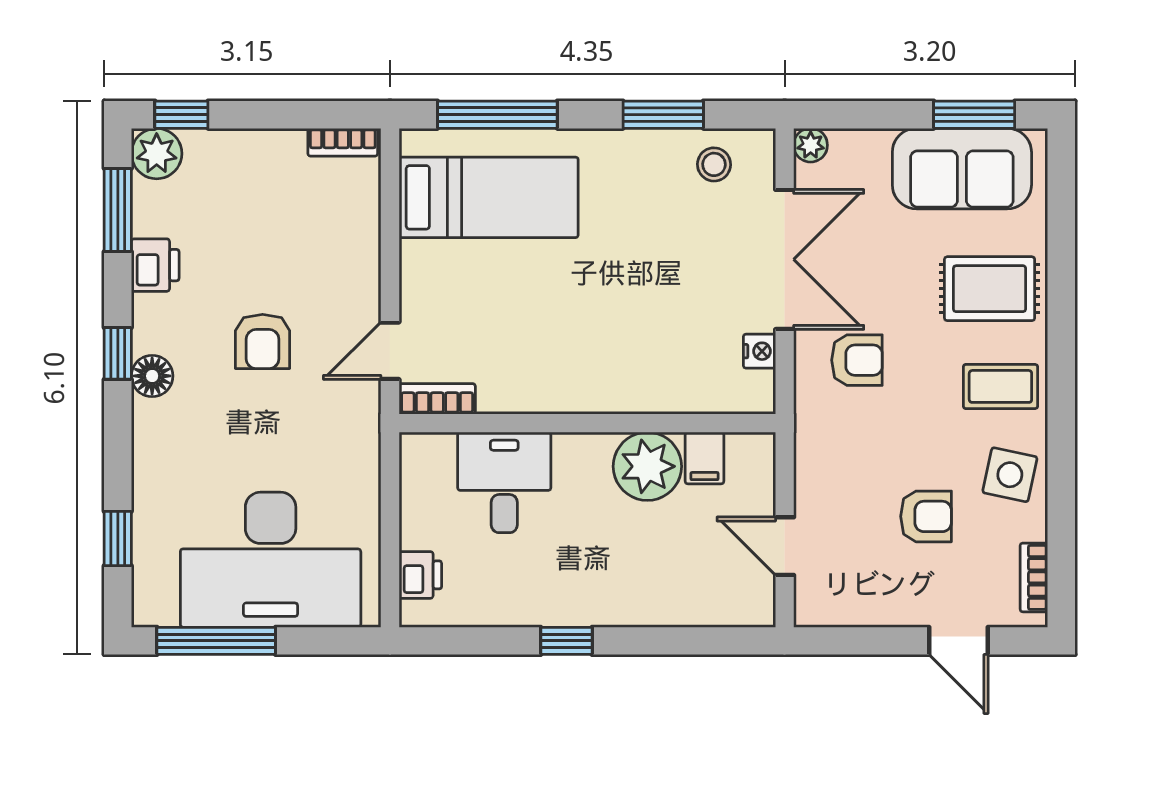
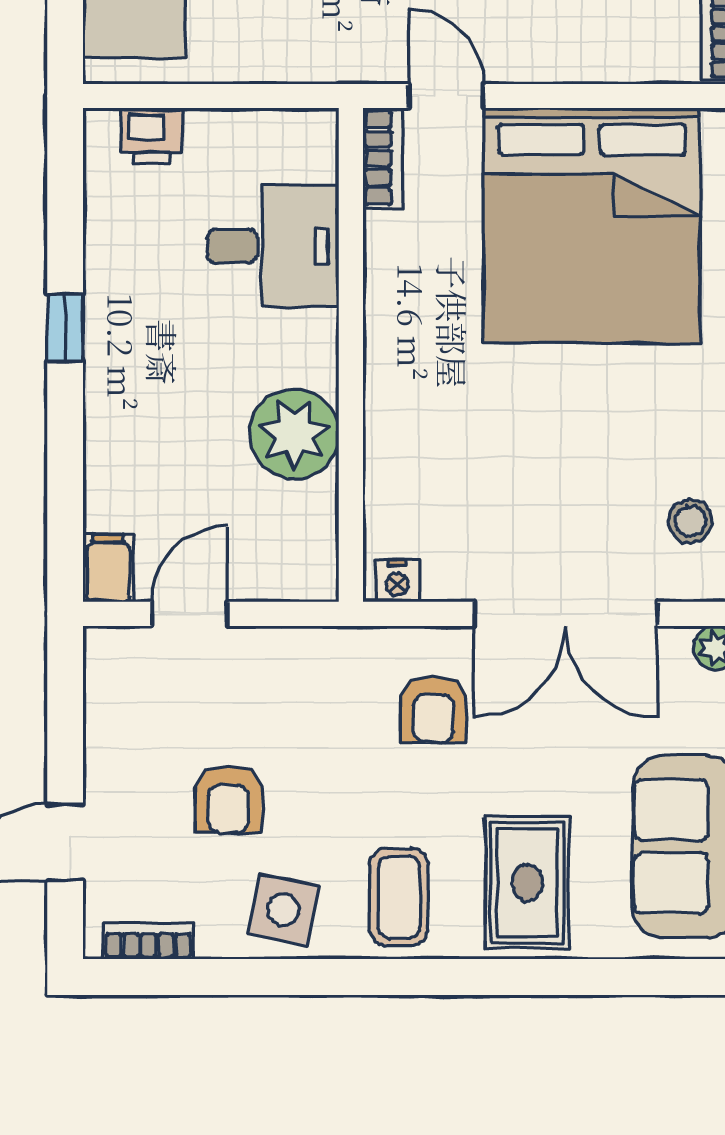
bed: (489, 197) -> (592, 225), width x2.04
nightstand: (759, 351) -> (397, 581), moved
filing cabinet: (705, 458) -> (108, 568), moved, turned 90

